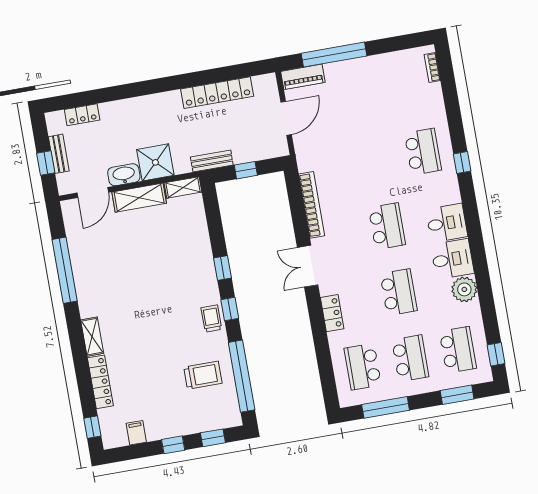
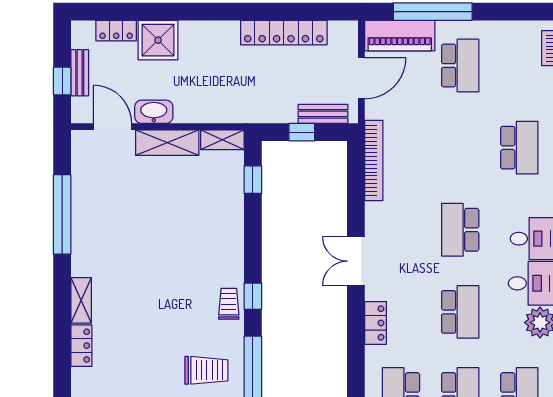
piano: (303, 77) -> (400, 36), width x1.37, depth x1.33
school desk: (364, 94) -> (460, 66), added
bench: (212, 161) -> (323, 114), moved
shower: (155, 162) -> (158, 40), moved
door: (93, 193) -> (112, 127), swing flipped
bookcase: (312, 205) -> (374, 161), moved
school desk: (387, 226) -> (460, 230), turned 180
window: (222, 268) -> (253, 180), moved
locker: (100, 382) -> (81, 346), width x0.66

